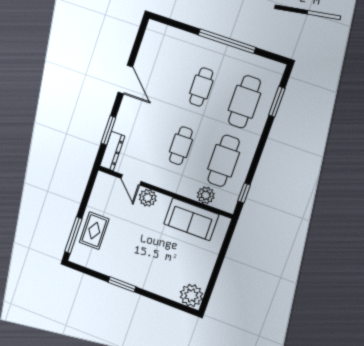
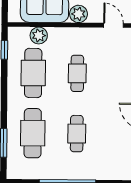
plant: (148, 198) -> (78, 14), moved

